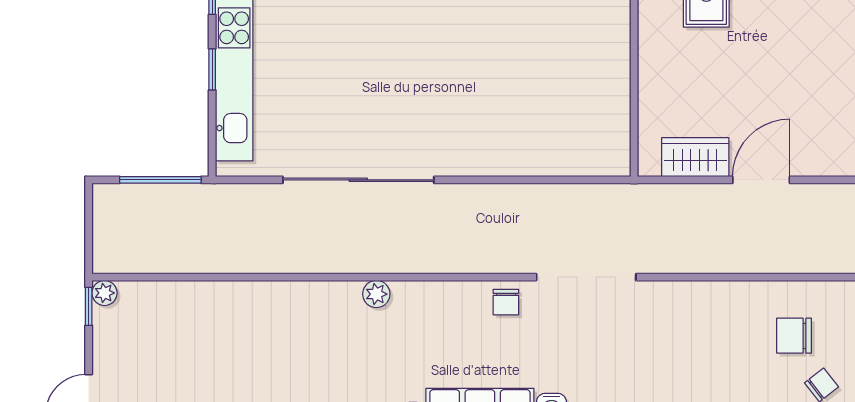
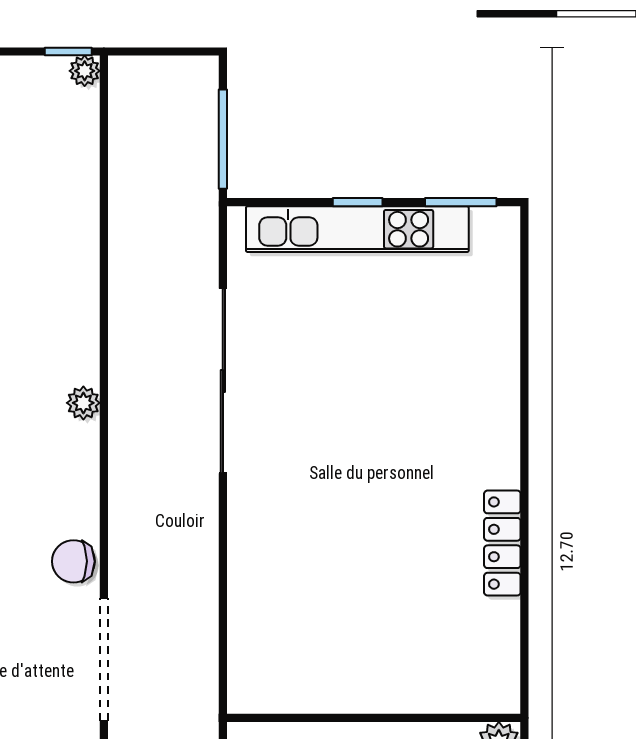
chair: (506, 302) -> (73, 561), width x1.37, depth x1.37

